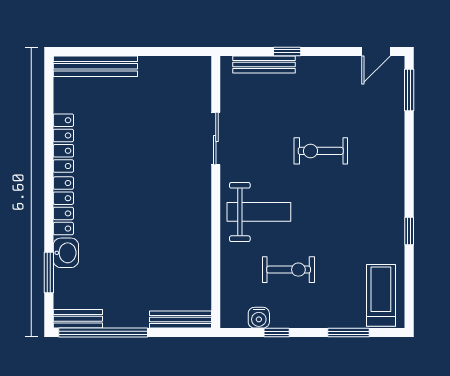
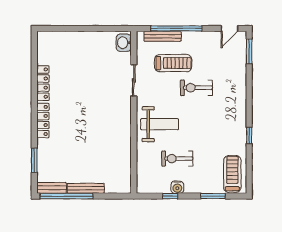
window: (287, 51) -> (176, 28), width x3.17
bench: (95, 66) -> (62, 37), removed
treadmill: (282, 110) -> (173, 63), added
washbasin: (66, 253) -> (124, 43), moved, turned 180
exercise bike: (289, 270) -> (177, 159), turned 180
water cooler: (259, 318) -> (177, 187), moved
bench: (181, 320) -> (86, 188), moved

